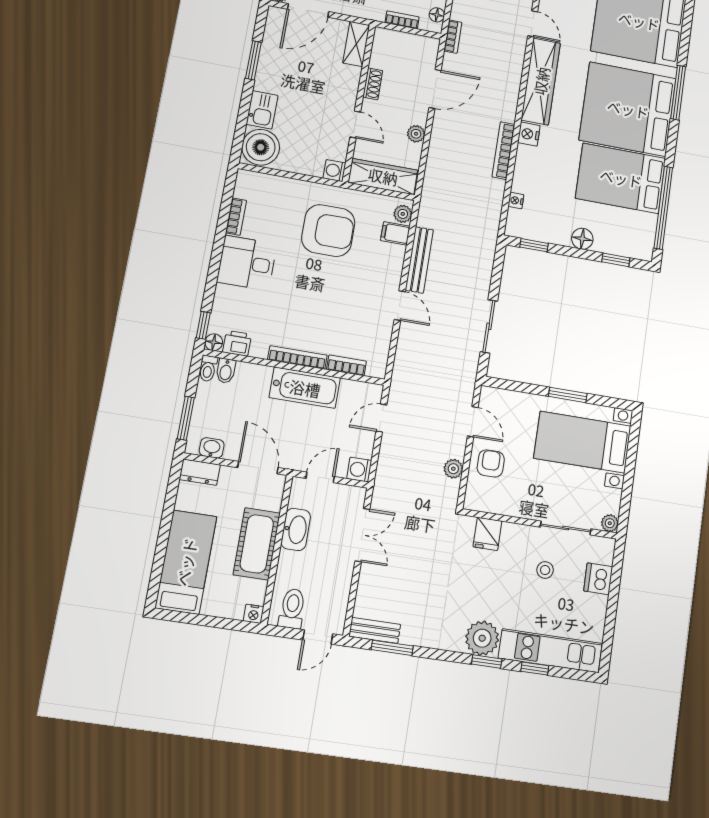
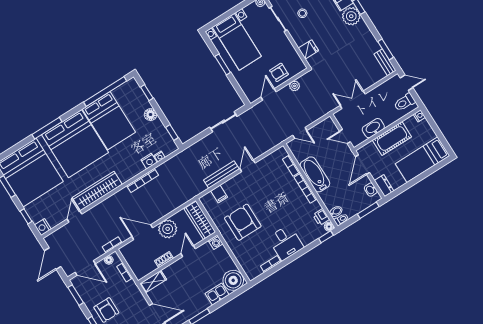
plant: (416, 134) -> (168, 229), width x1.88, depth x1.88
nightstand: (529, 134) -> (149, 161), moved
plant: (403, 214) -> (208, 198), removed
washing machine: (359, 470) -> (328, 124), removed

